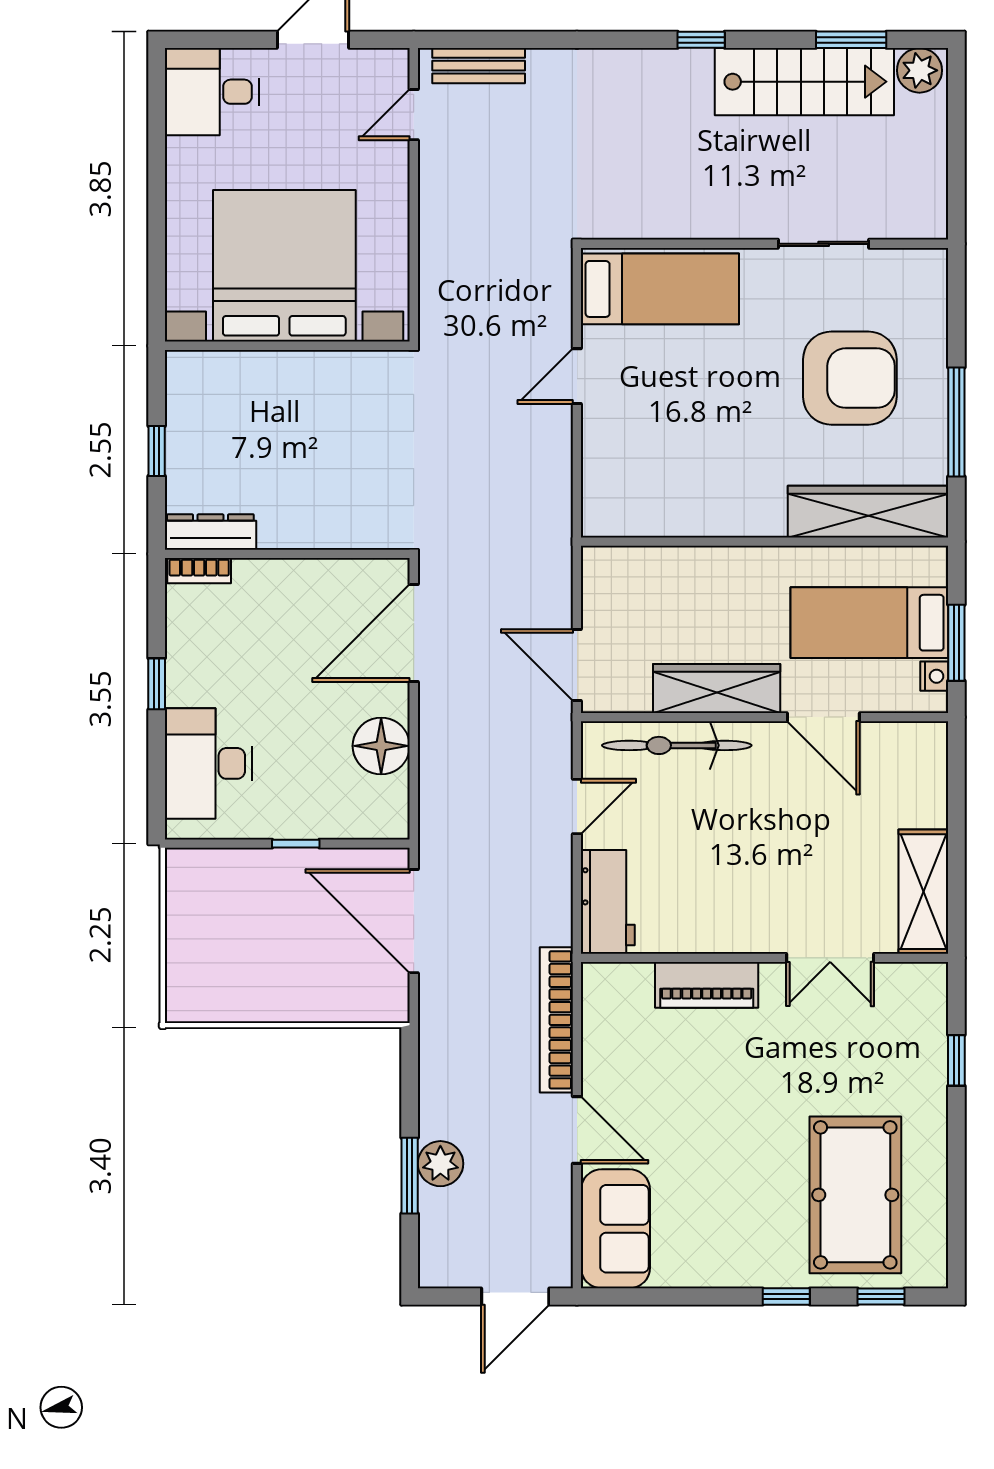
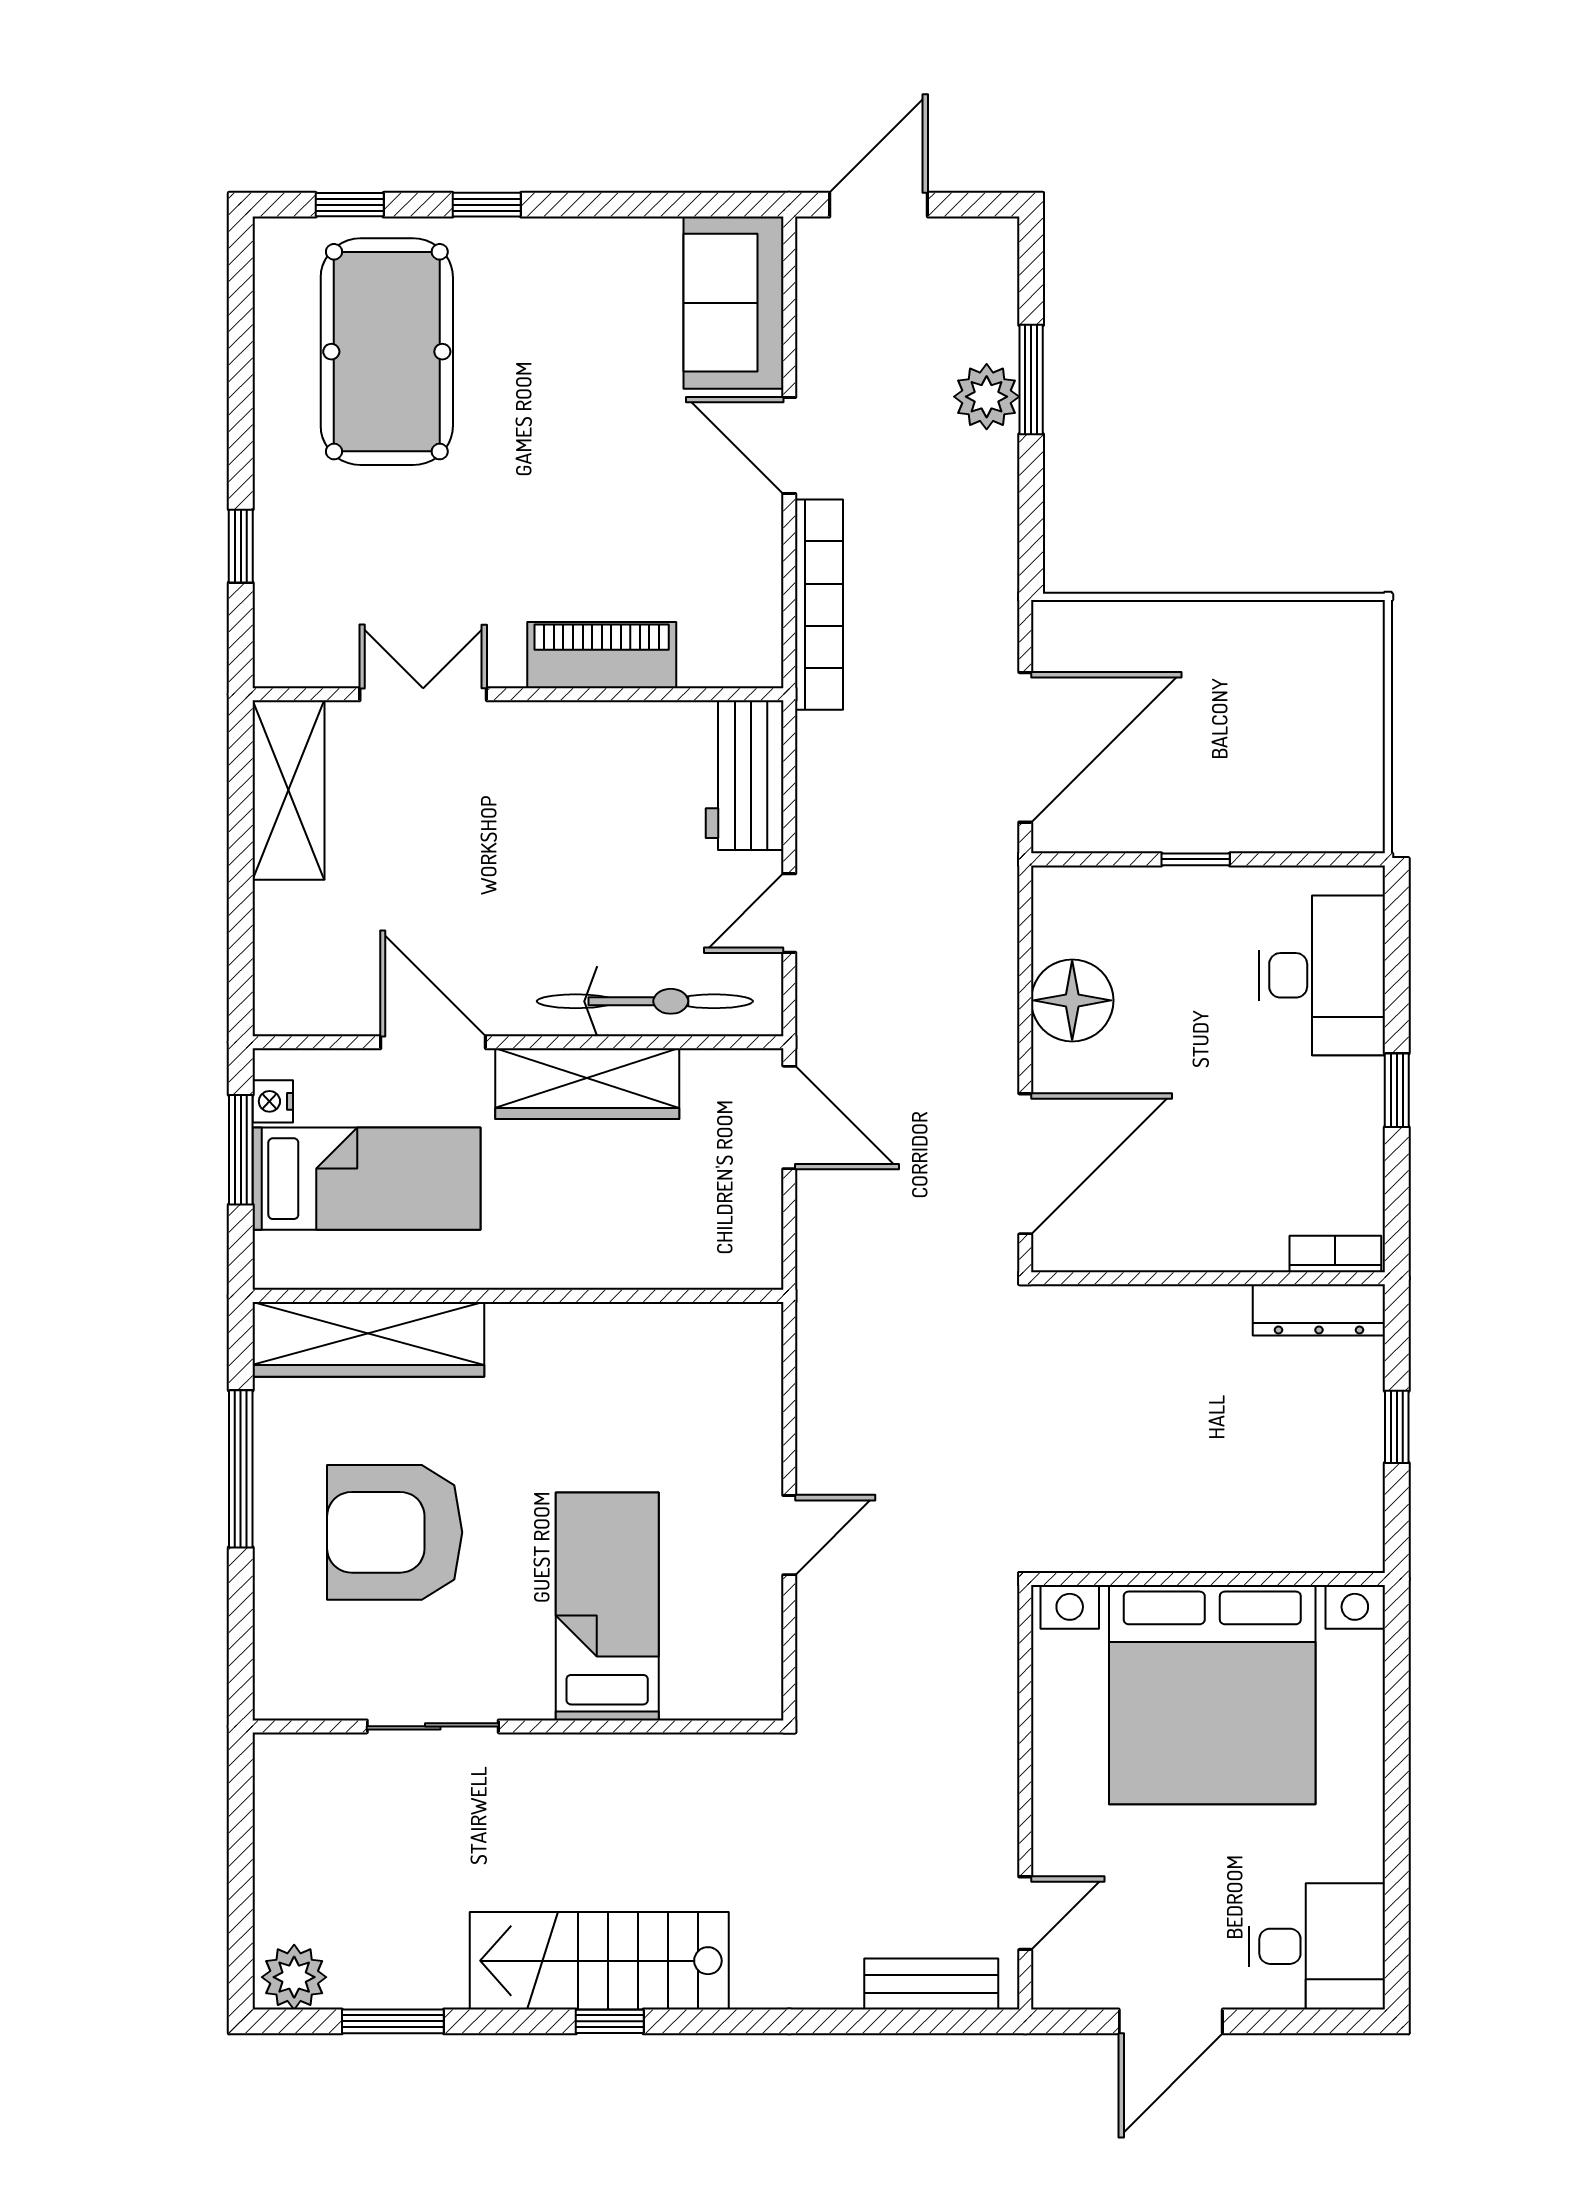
stairs: (804, 82) -> (599, 1961), moved
bed: (660, 289) -> (607, 1606), moved, turned 90
door: (414, 921) -> (1025, 747), hinge flipped

